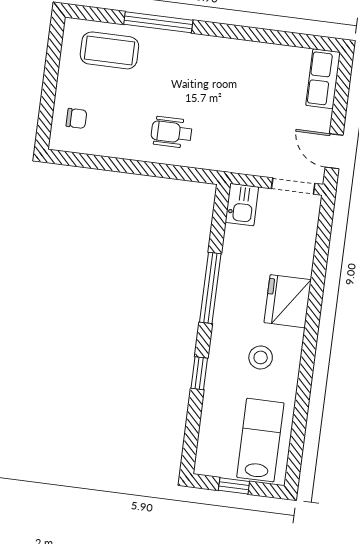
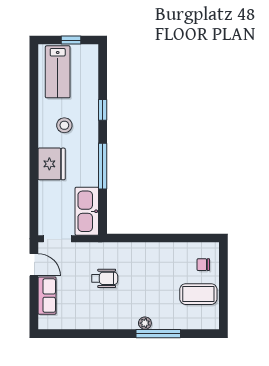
plant: (177, 41) -> (145, 323), added
coffee table: (109, 50) -> (198, 294), moved
row of seats: (323, 79) -> (47, 296), moved
wheelchair: (172, 132) -> (105, 278), moved
kitchen sink: (242, 205) -> (87, 211), width x1.88, depth x1.24

